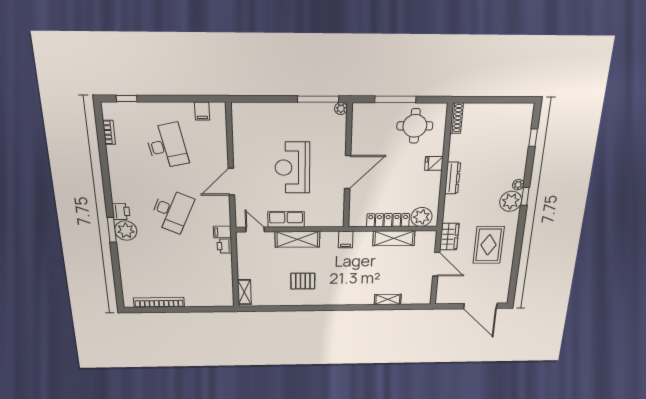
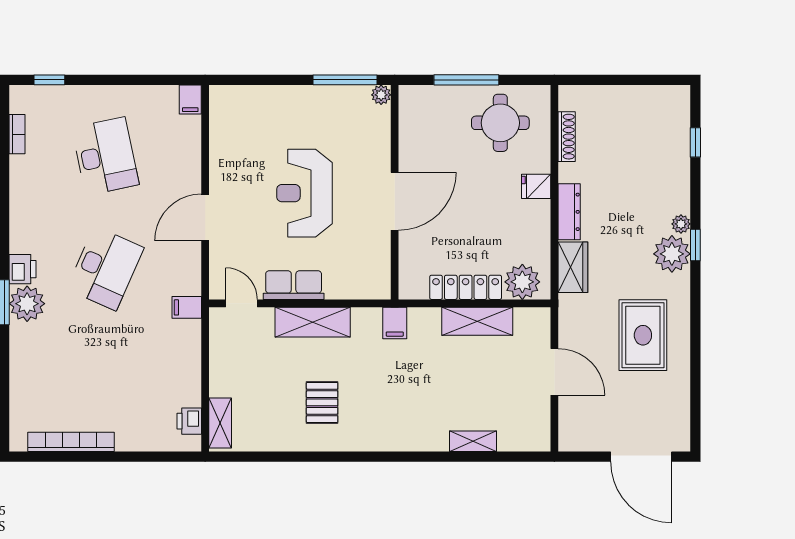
filing cabinet: (202, 111) -> (190, 99), moved
shoe rack: (457, 118) -> (567, 137), moved
wardrobe: (449, 237) -> (573, 267), moved
printer: (225, 246) -> (189, 421), moved
pallet: (303, 281) -> (322, 402), turned 90

